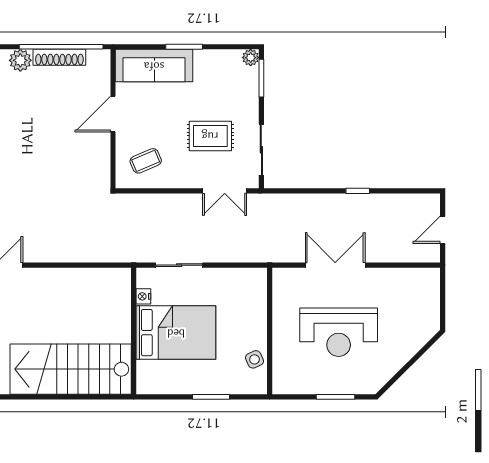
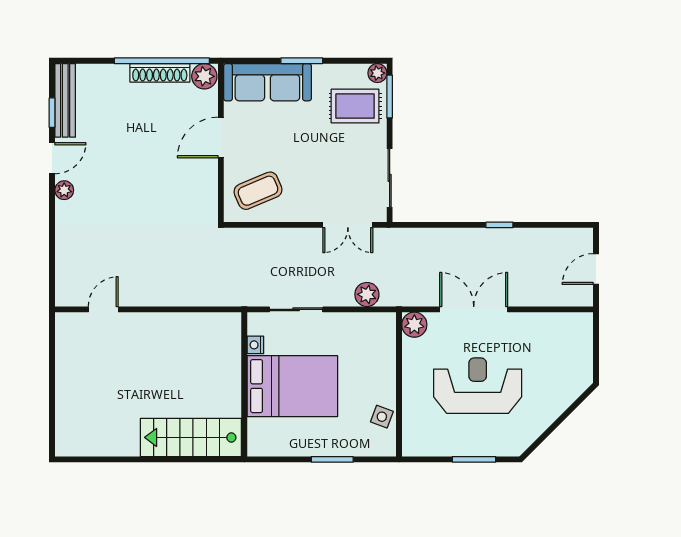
plant: (20, 60) -> (204, 76), moved
rug: (210, 136) -> (355, 106), moved
coffee table: (146, 161) -> (258, 191), width x1.36, depth x1.30
plant: (241, 252) -> (367, 294), added
plant: (283, 279) -> (414, 325), added
reception desk: (339, 332) -> (478, 386), turned 180
side table: (254, 359) -> (382, 417), turned 45
stairs: (71, 369) -> (191, 437), width x0.73, depth x0.66

